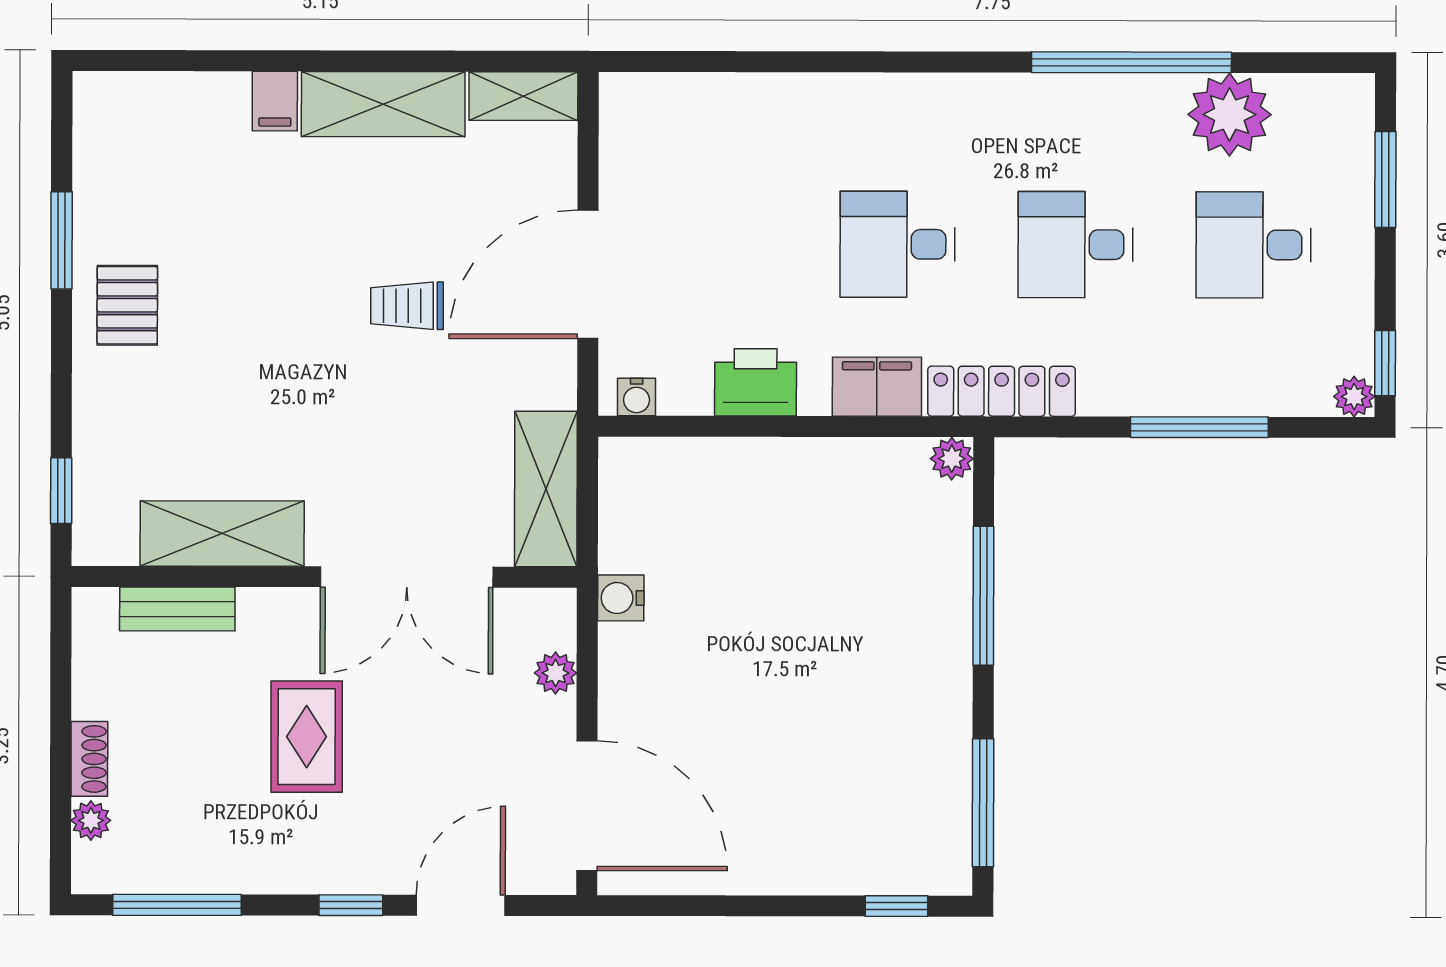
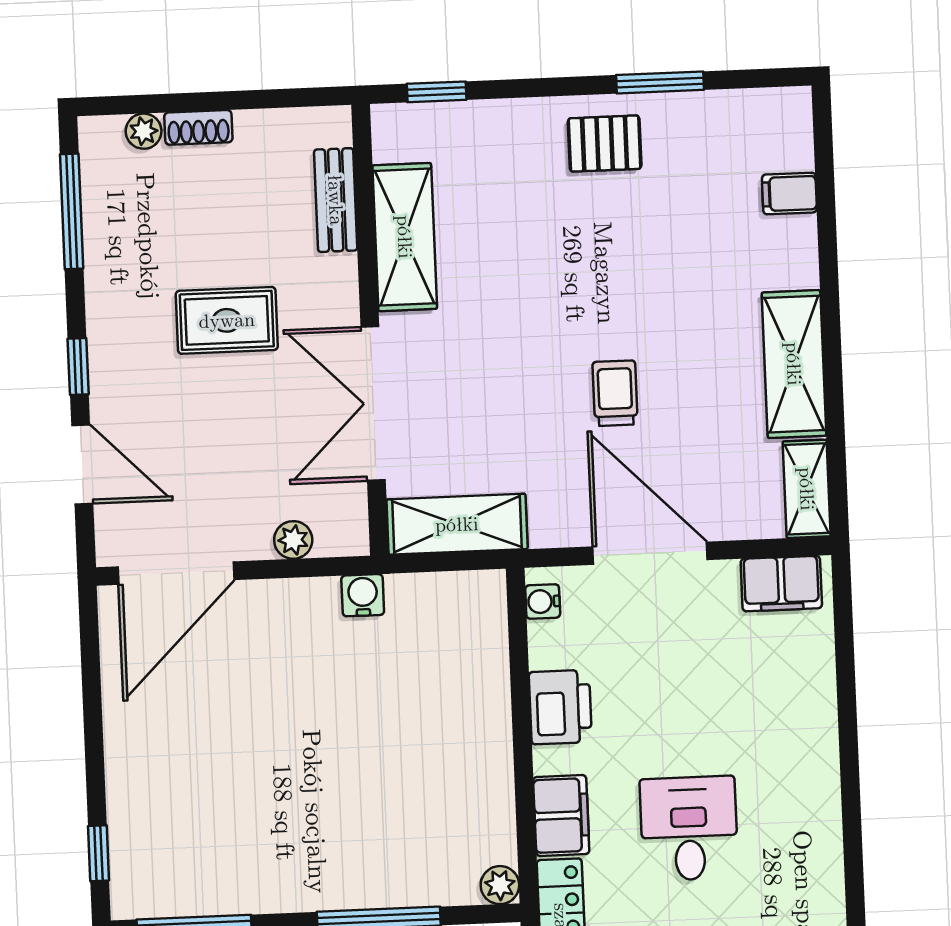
filing cabinet: (275, 101) -> (789, 193), moved
filing cabinet: (628, 129) -> (781, 584), added

